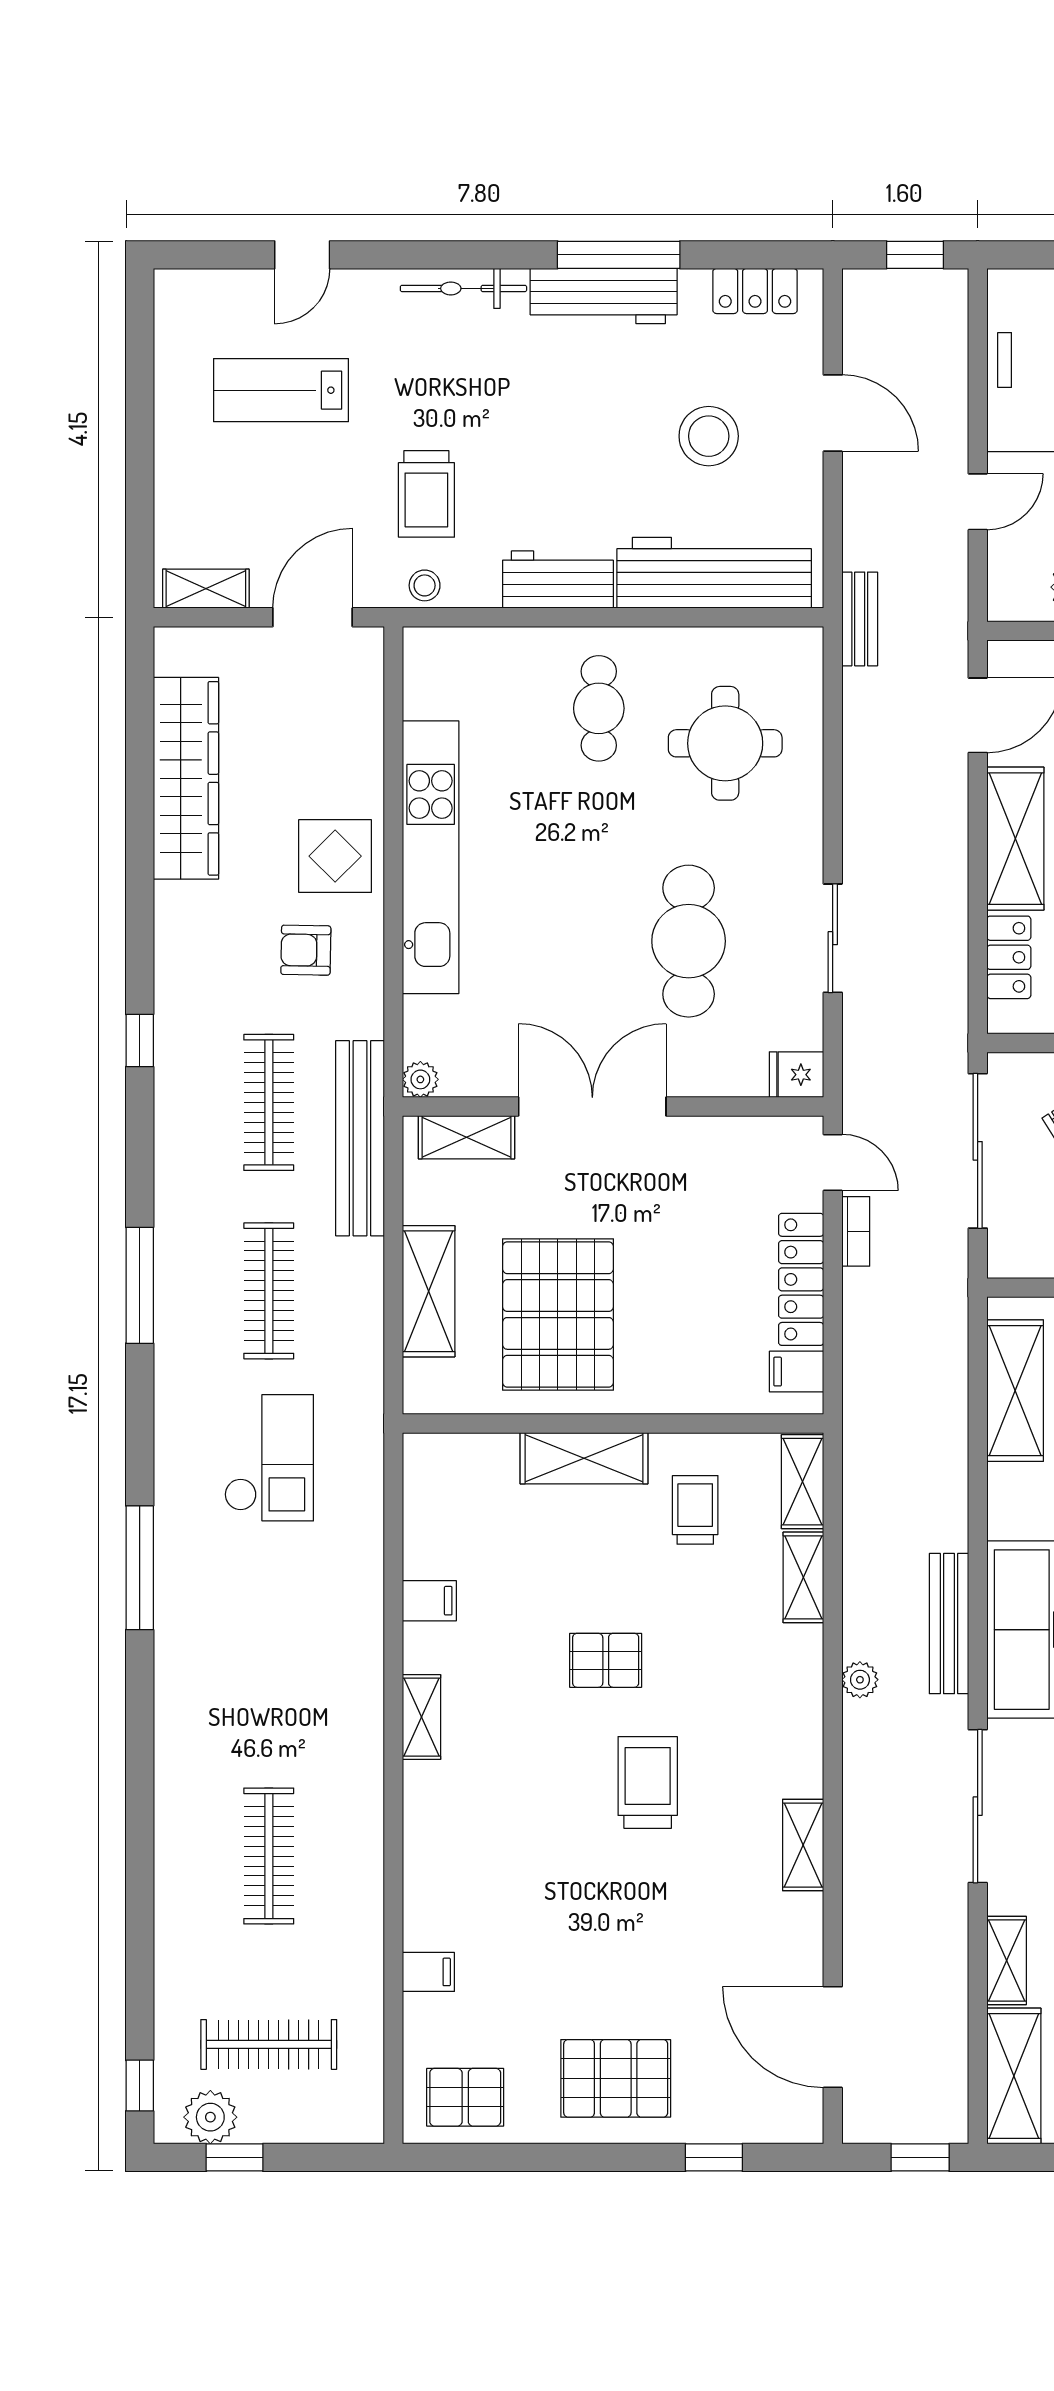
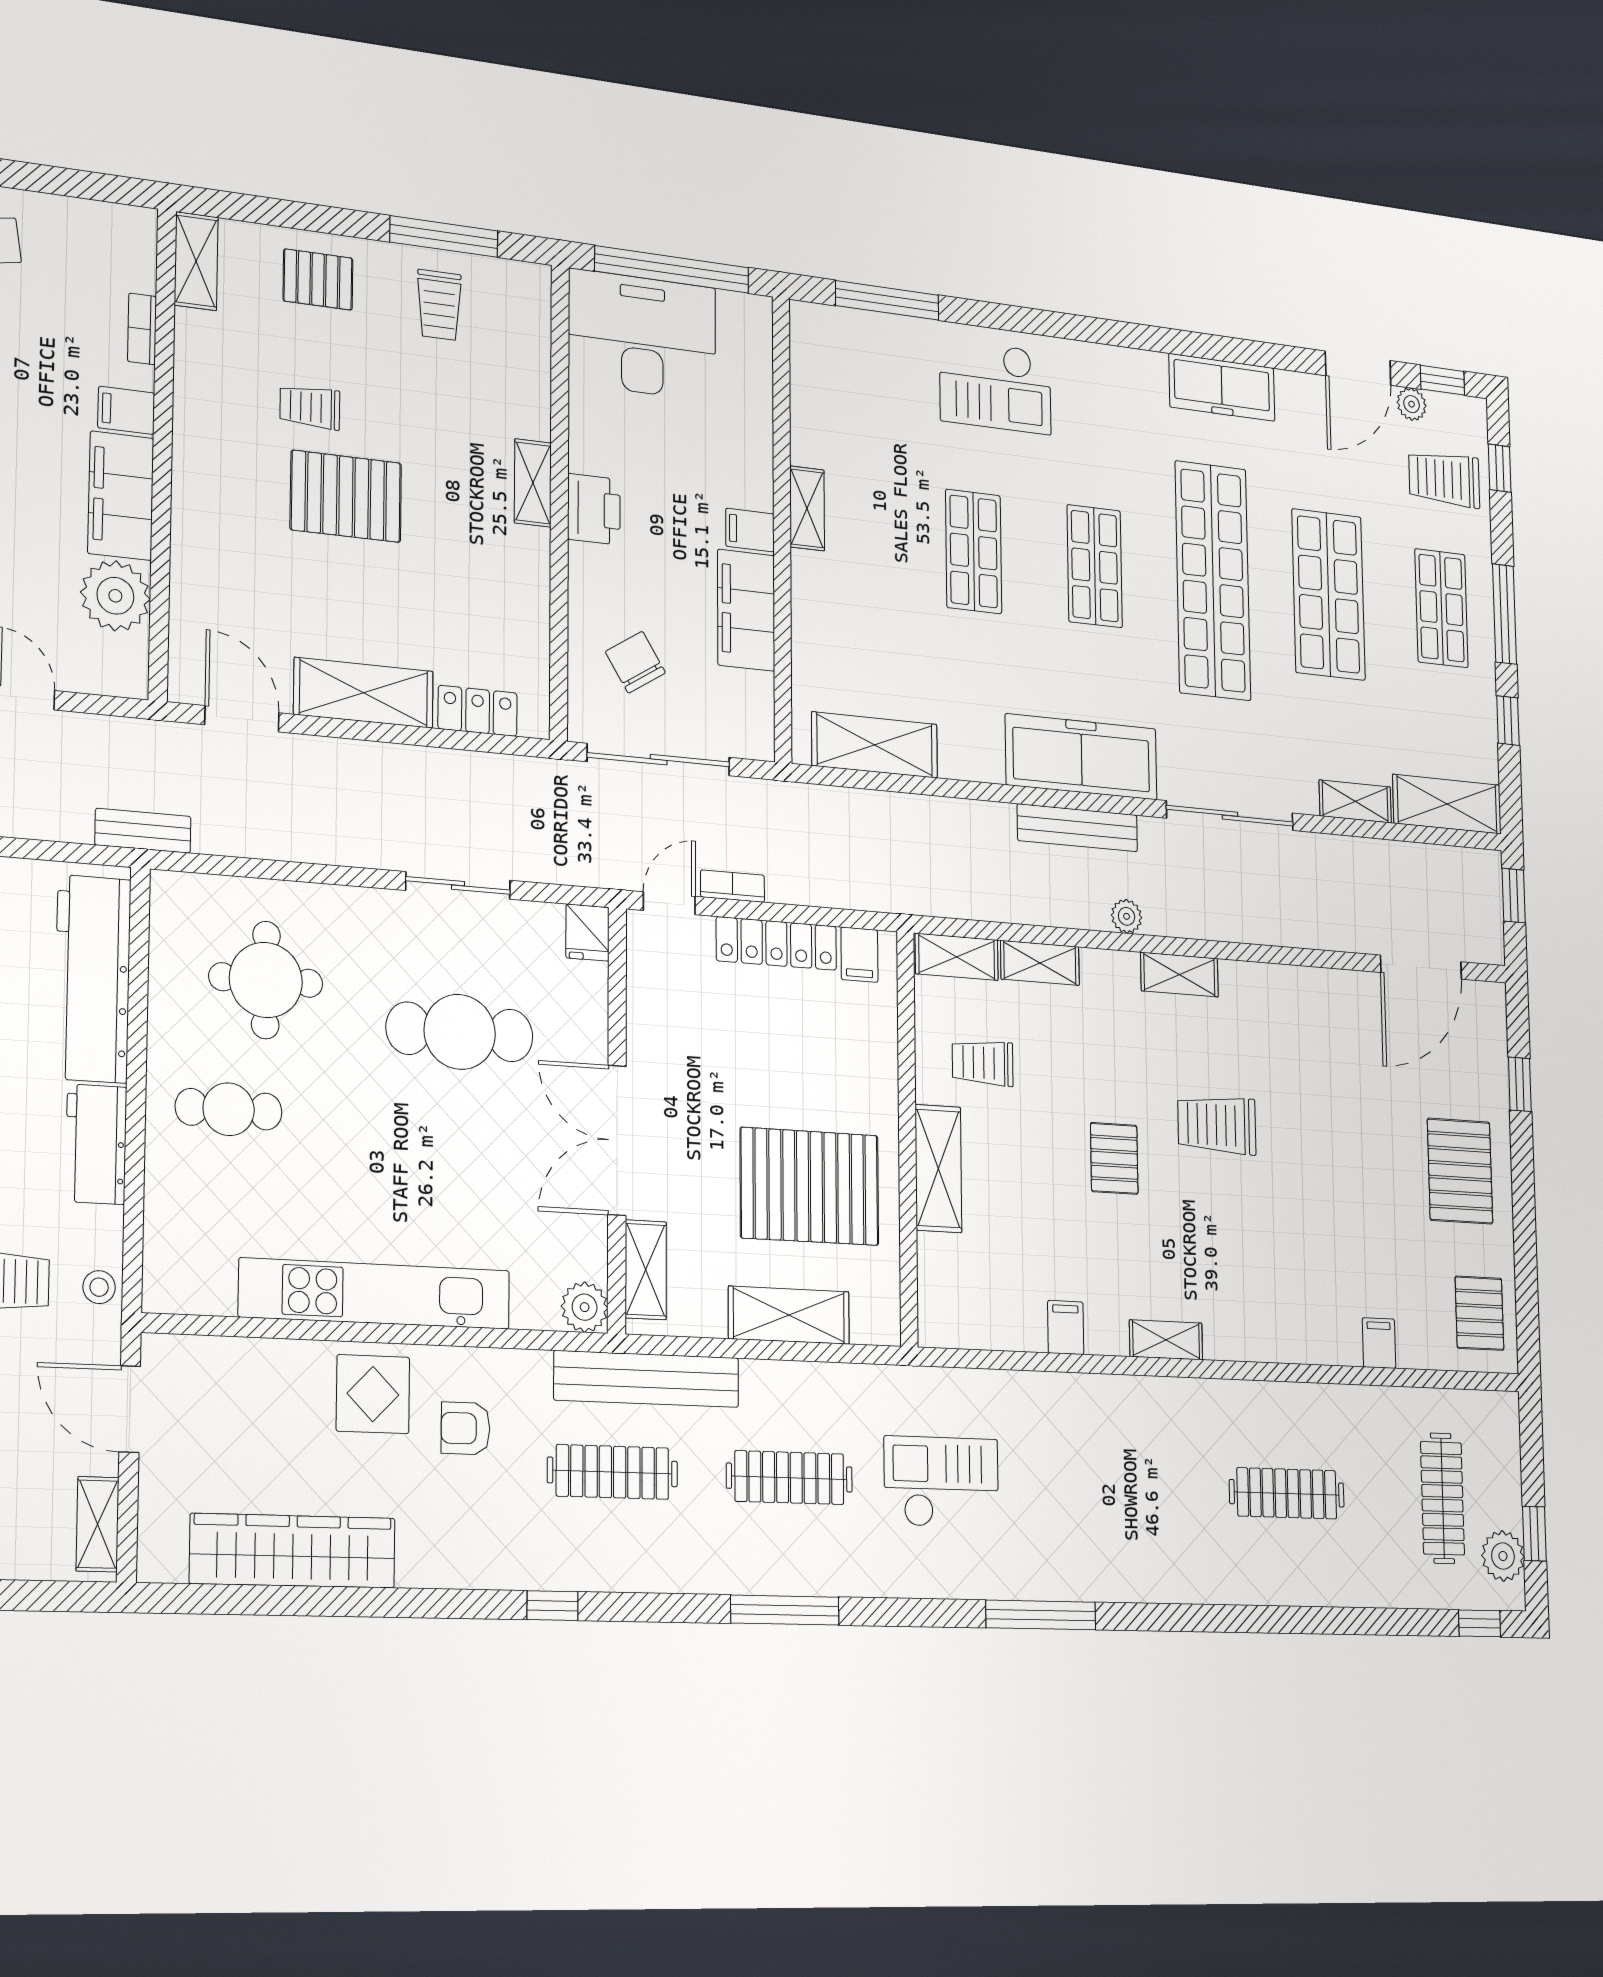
armchair: (306, 950) -> (466, 1428), turned 89
plant: (420, 1079) -> (585, 1307), width x1.38, depth x1.38
shelving: (803, 1845) -> (1179, 975), moved

